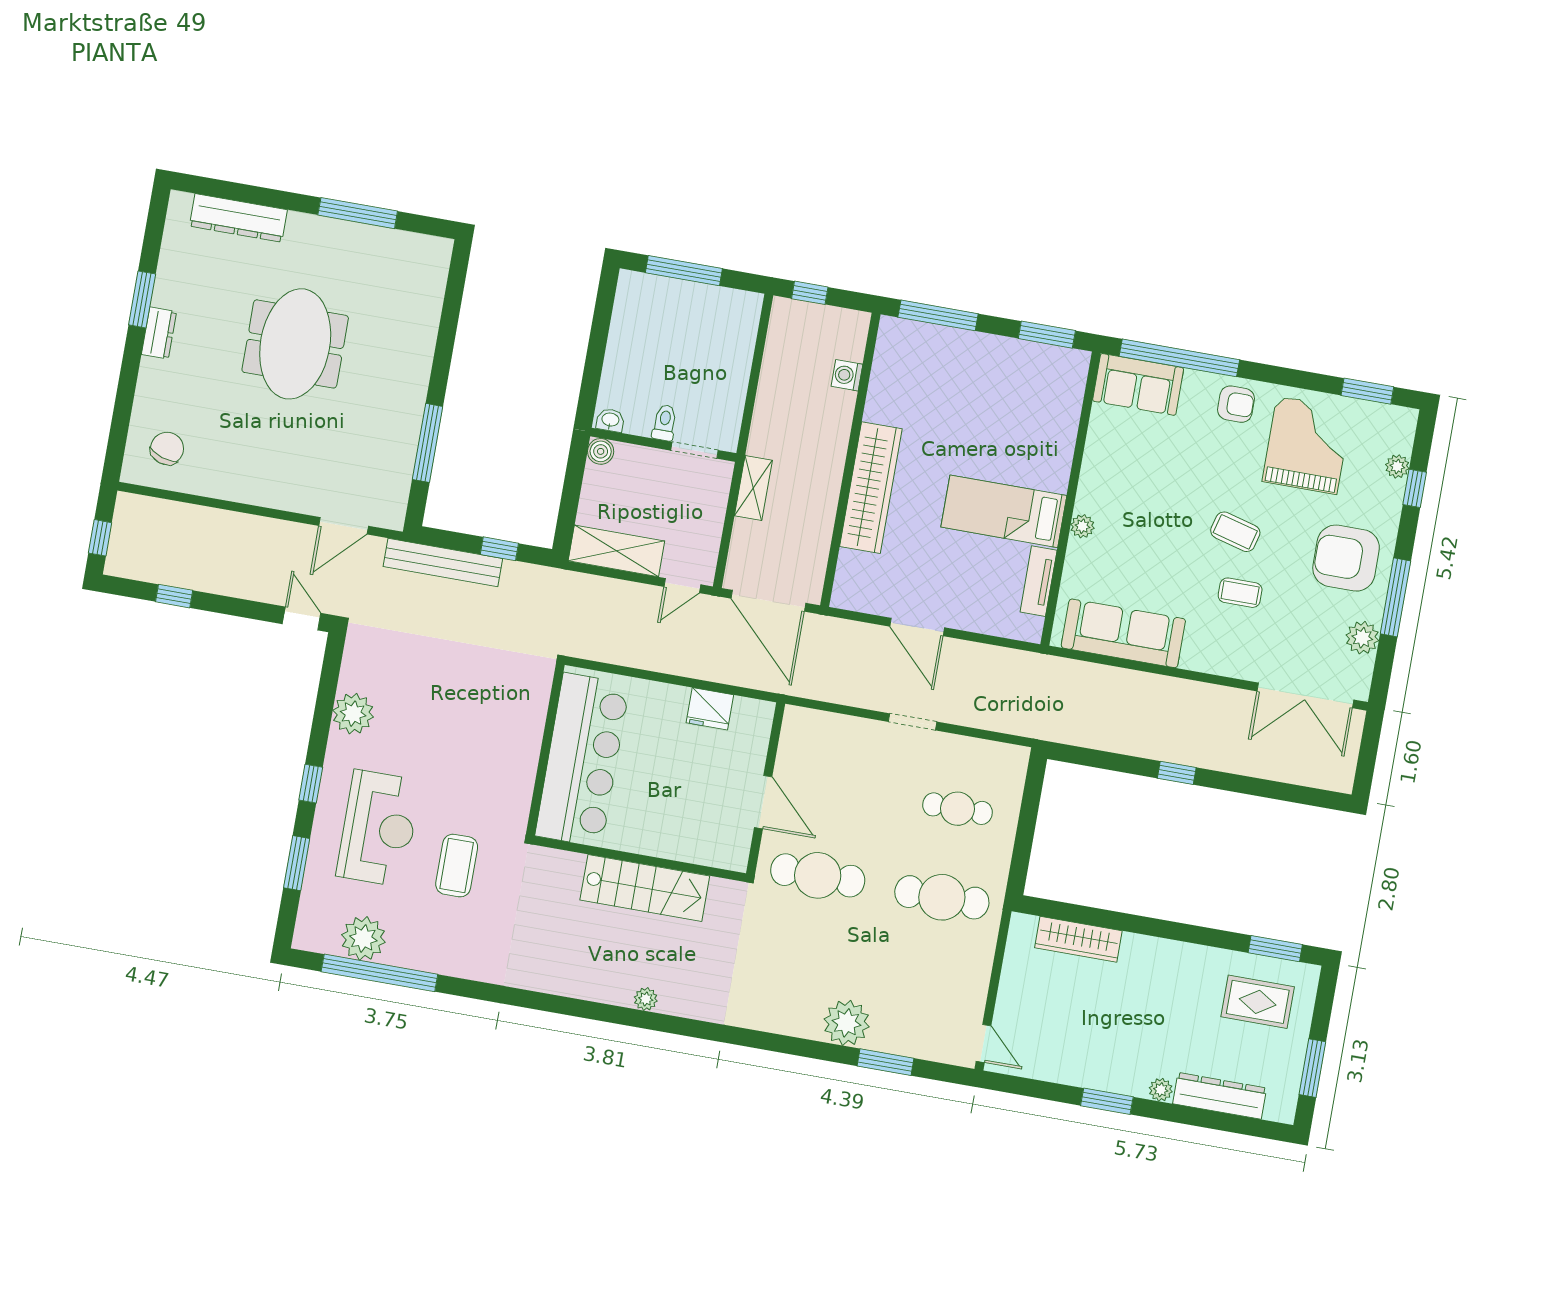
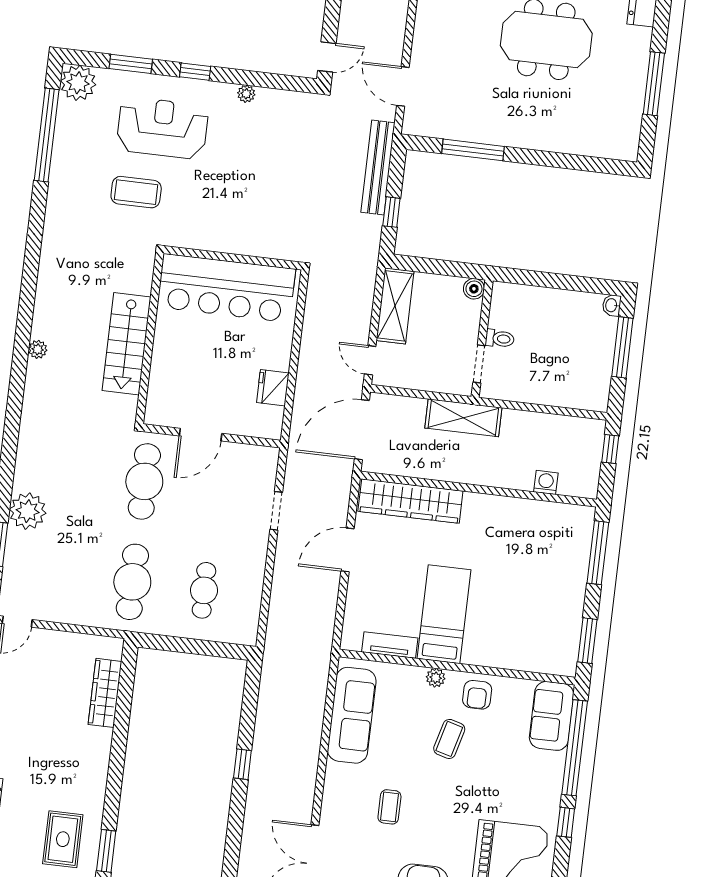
window: (1272, 374) -> (566, 822), added
armchair: (1236, 404) -> (477, 695), moved
washbasin: (610, 420) -> (612, 305), moved, turned 180
shelving: (753, 488) -> (463, 418), width x1.50, depth x1.33
wardrobe: (871, 488) -> (410, 501), moved
coffee table: (1235, 532) -> (449, 739), moved
plant: (353, 714) -> (246, 94), width x0.53, depth x0.53
doorway: (912, 722) -> (276, 511), moved
reception desk: (379, 828) -> (162, 128), turned 180
plant: (363, 938) -> (78, 83), moved

